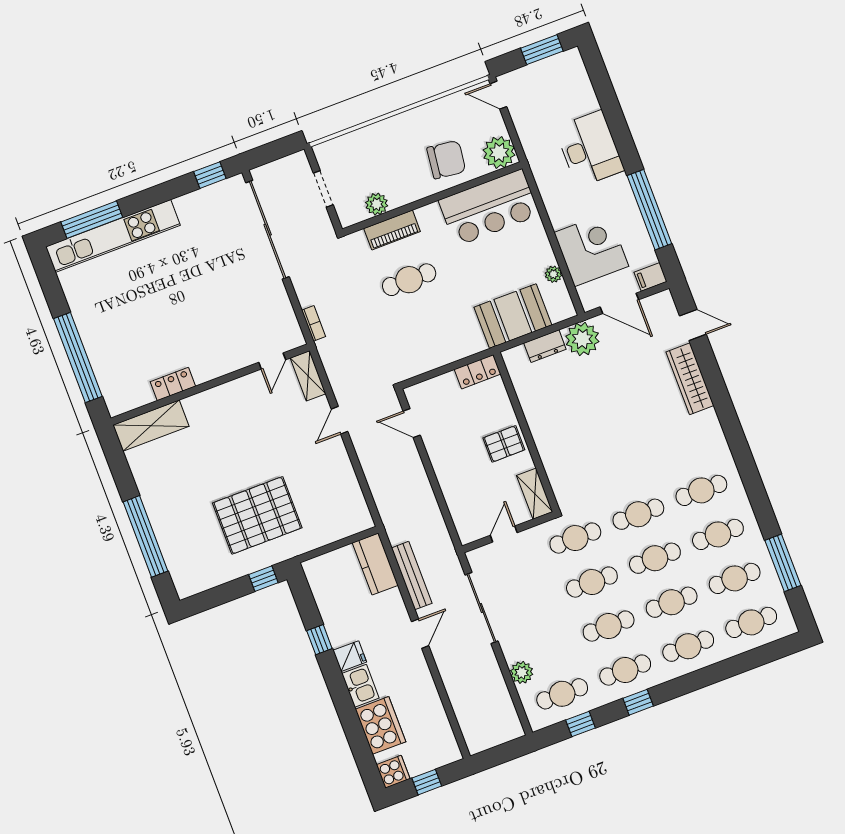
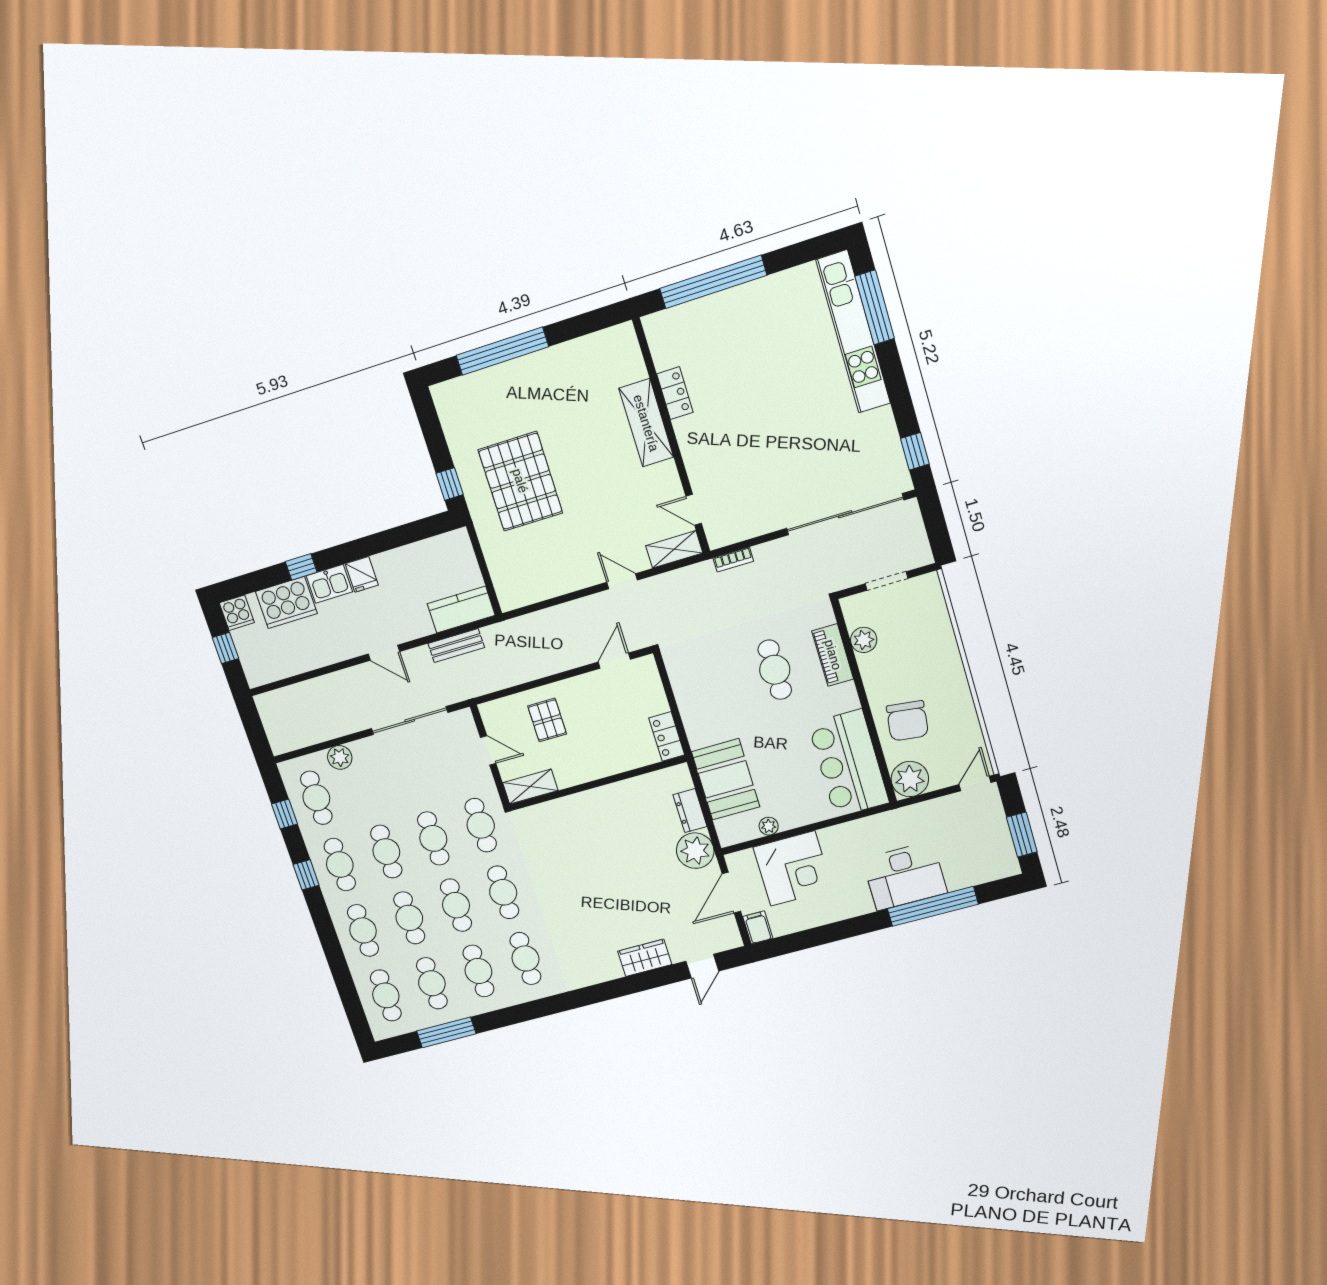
window: (649, 210) -> (933, 906), moved
wardrobe: (690, 379) -> (645, 958), width x0.67
shelving: (151, 426) -> (646, 423), moved
pallet: (504, 444) -> (547, 720), moved
bench: (412, 576) -> (456, 646), width x0.73
window: (319, 640) -> (301, 567), moved

